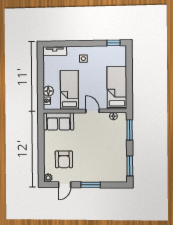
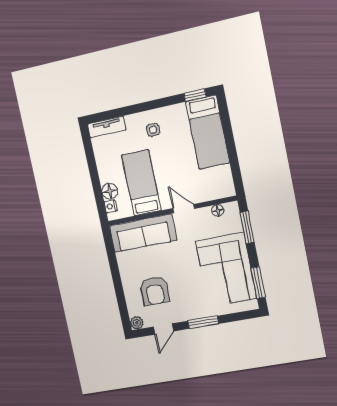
bed: (117, 88) -> (208, 132), moved, turned 180
sofa: (58, 121) -> (143, 233), width x1.36
corner sofa: (112, 154) -> (226, 270), added

